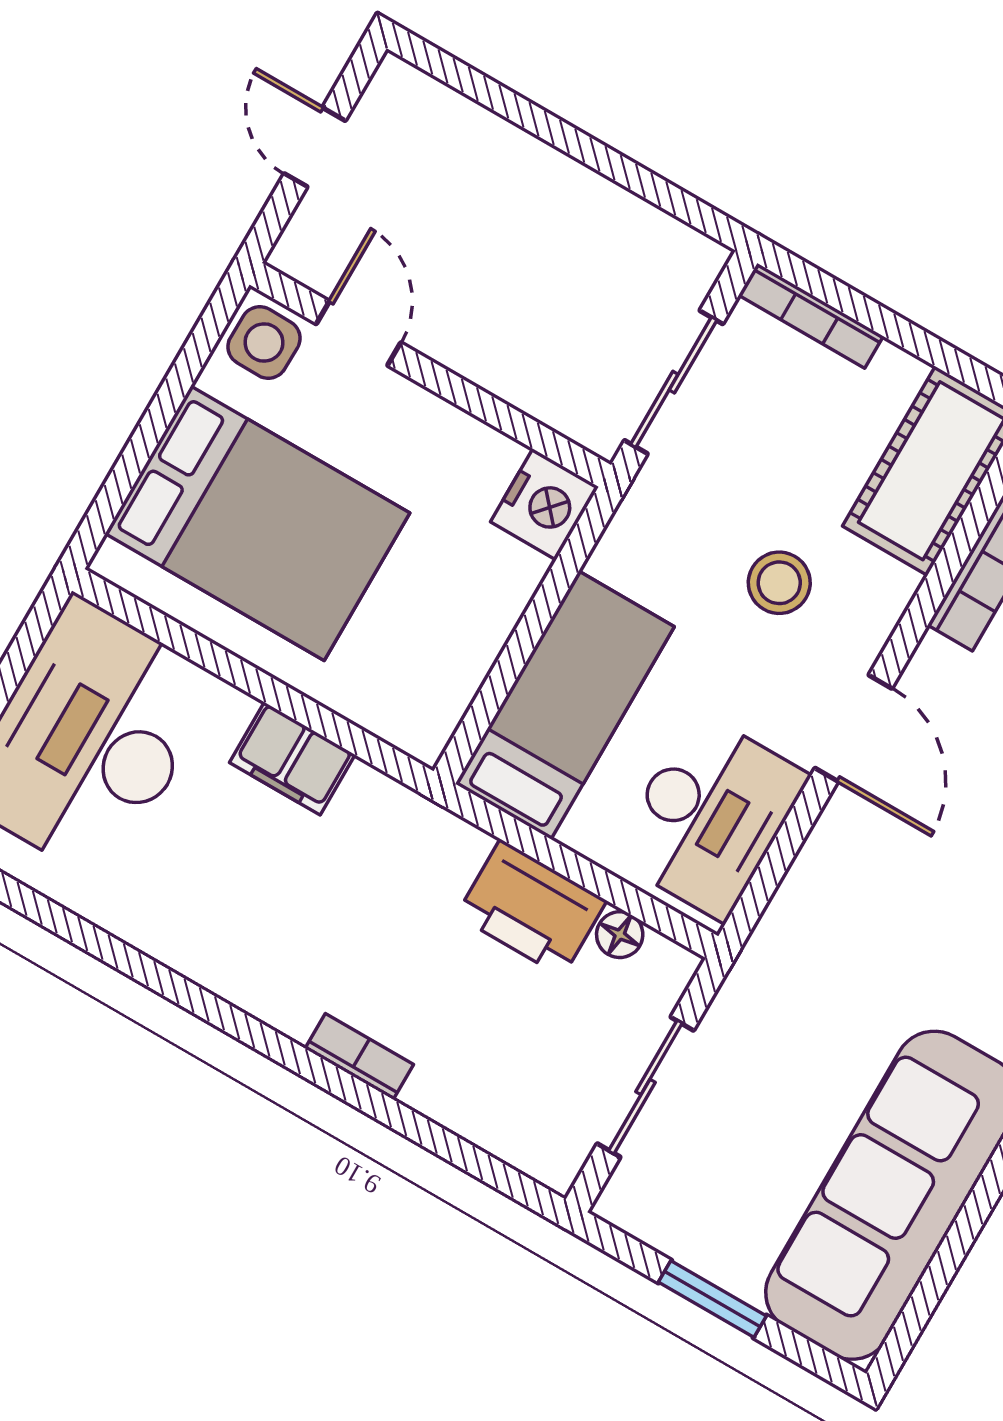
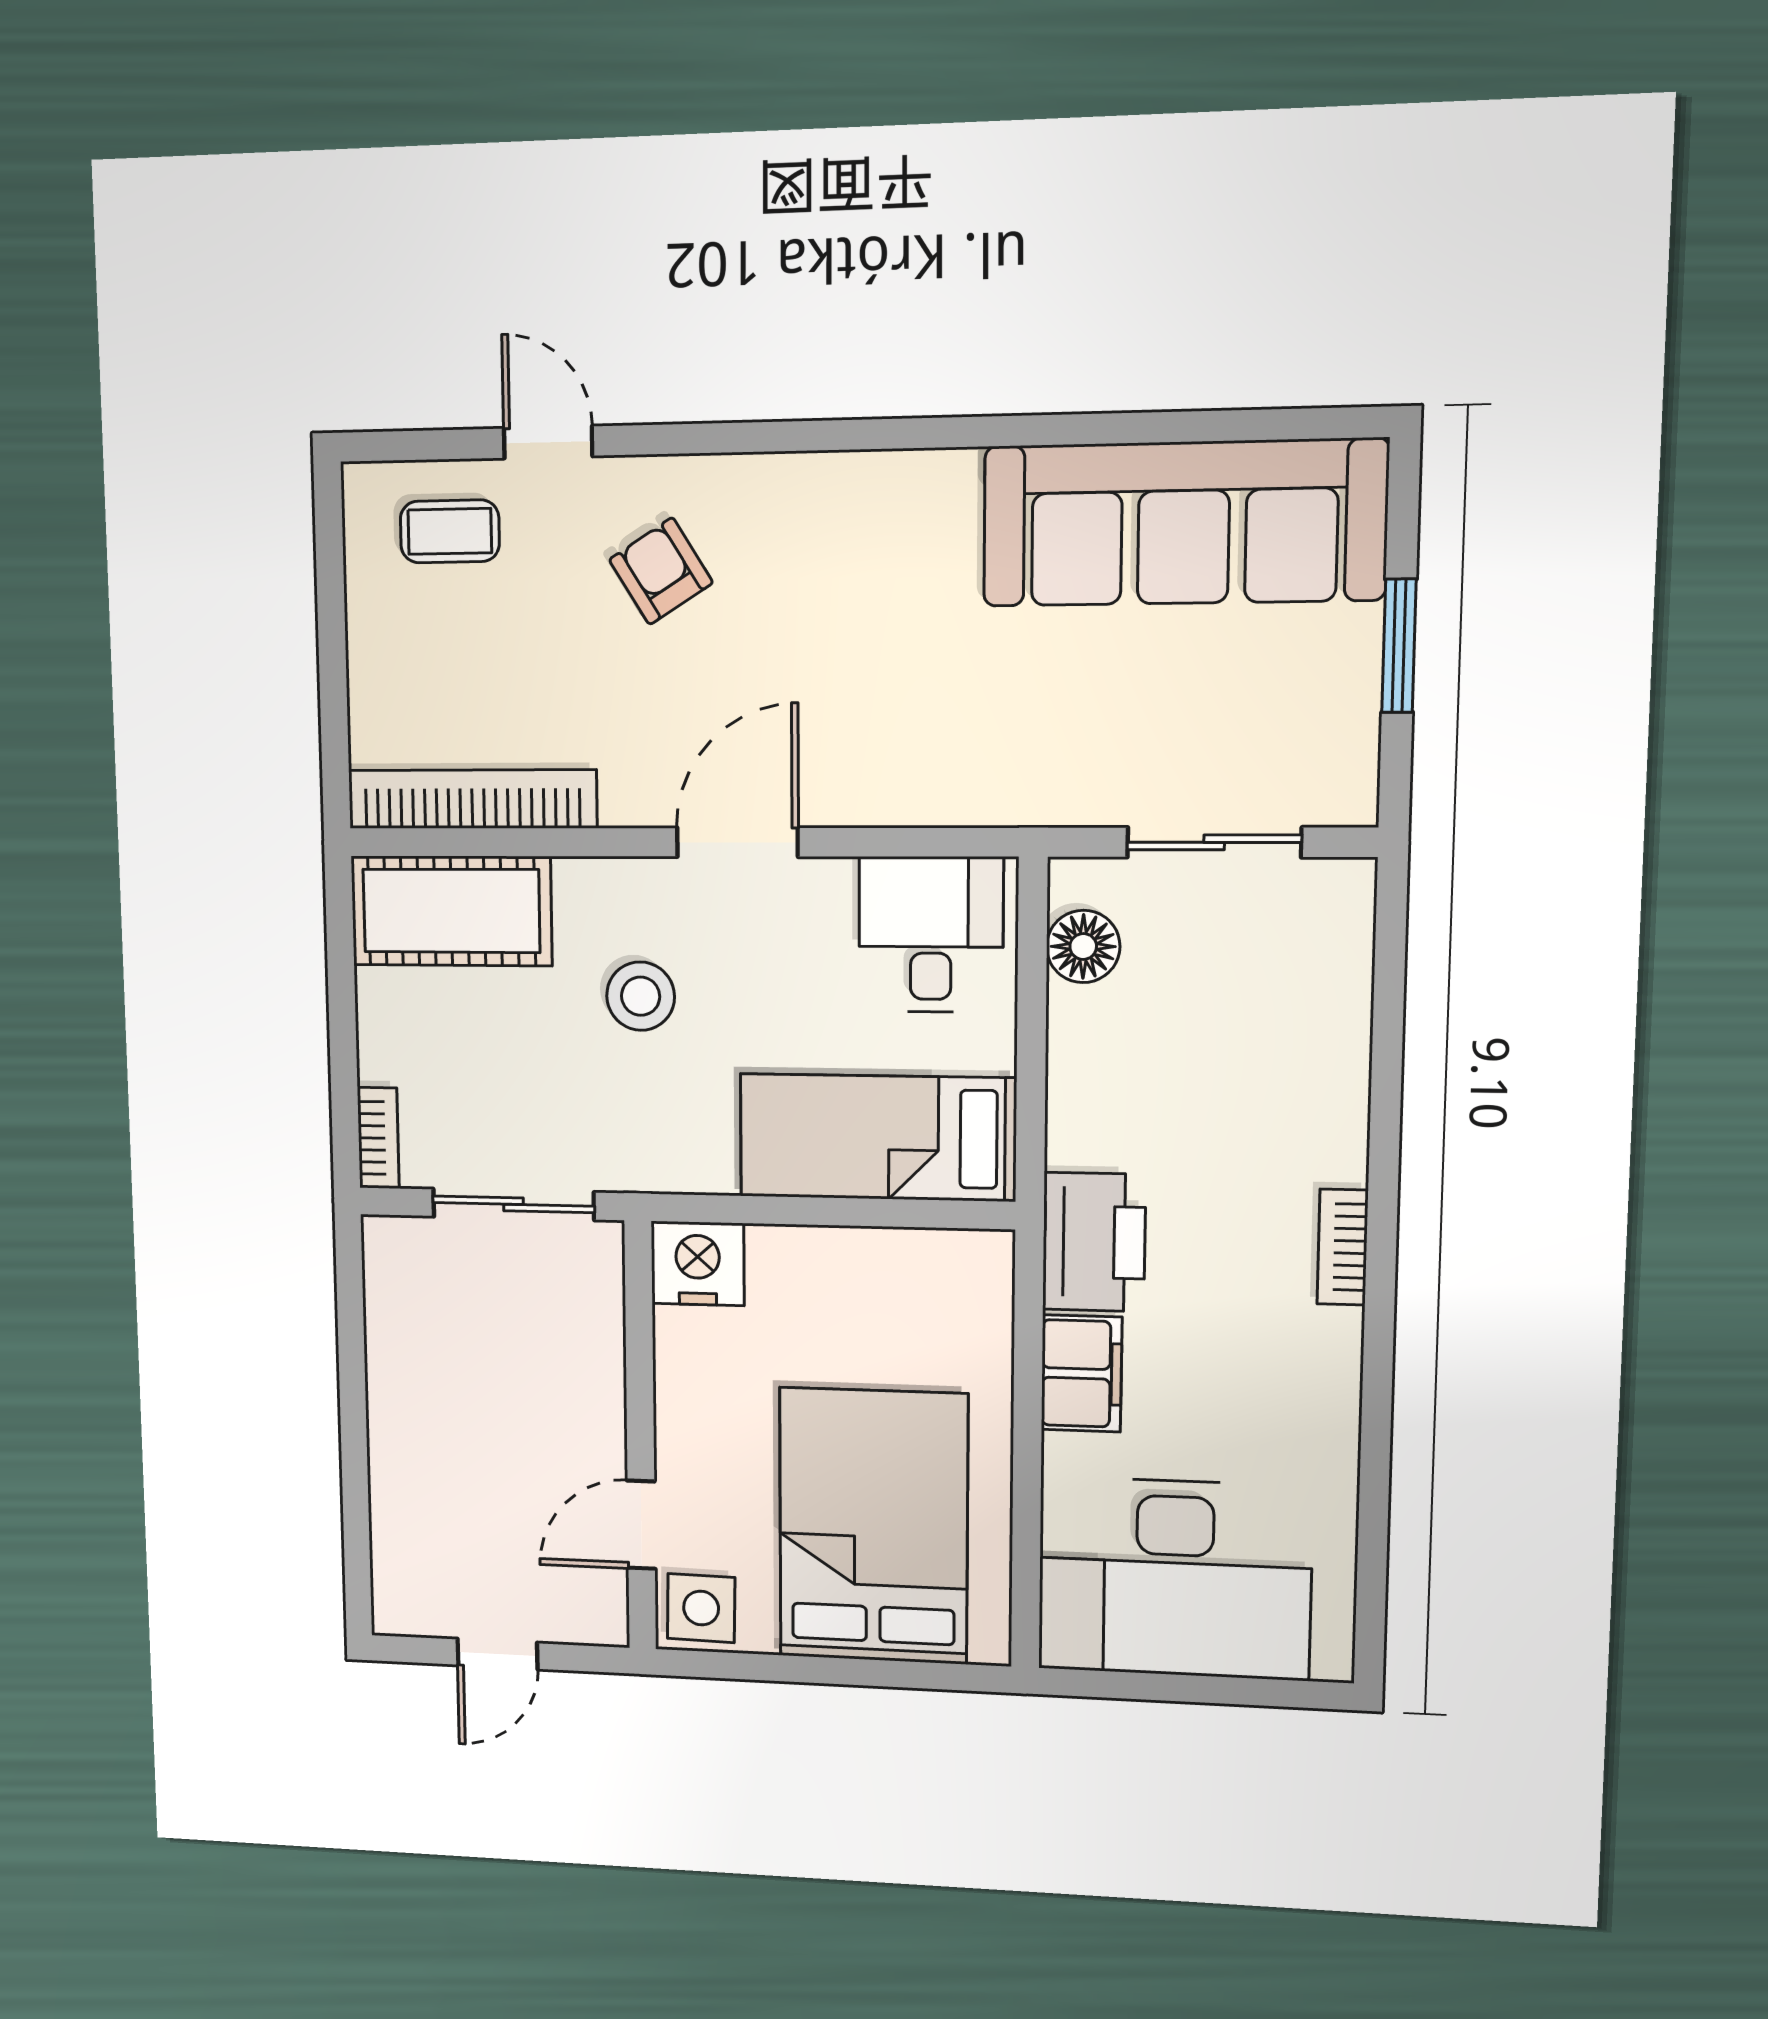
bookcase: (811, 316) -> (378, 1138), width x0.64
desk: (710, 816) -> (931, 934), width x0.73
printer: (531, 908) -> (1094, 1242), moved
floor lamp: (620, 935) -> (1083, 946), width x1.37, depth x1.37
bookcase: (359, 1056) -> (1343, 1247), moved

